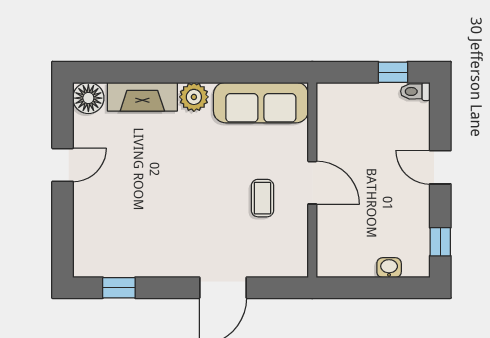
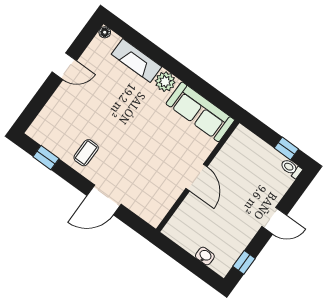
floor lamp: (88, 98) -> (105, 32), width x0.53, depth x0.53
door: (440, 167) -> (274, 221), swing flipped
coffee table: (262, 198) -> (86, 153), moved

